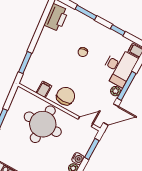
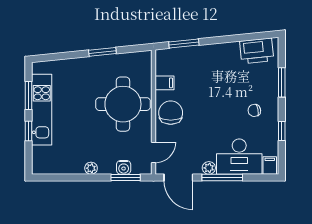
chair: (83, 52) -> (254, 110), moved
chair: (66, 96) -> (171, 113), turned -90
door: (85, 122) -> (154, 152), hinge flipped
water cooler: (78, 159) -> (124, 167), moved

